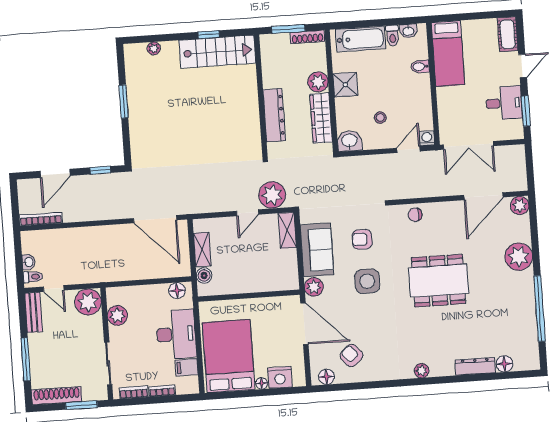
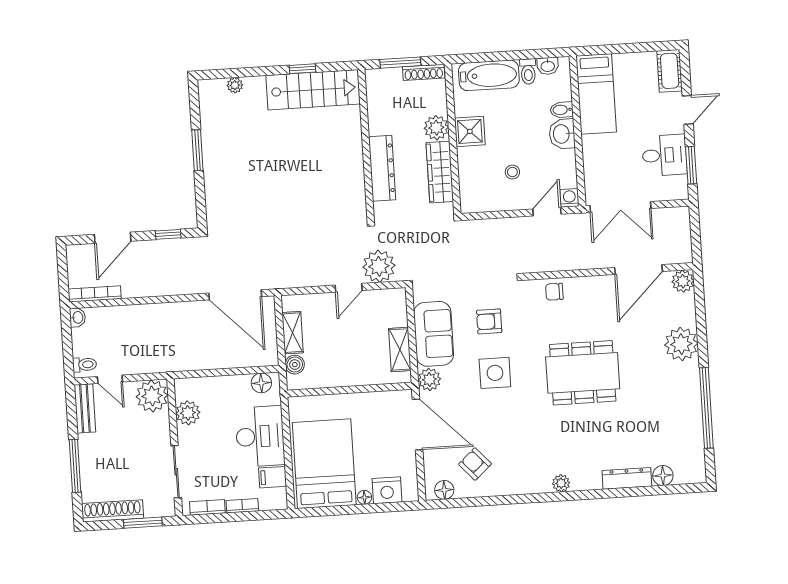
washbasin: (349, 141) -> (562, 134), moved, turned -90
shelving: (287, 230) -> (400, 349), moved
washbasin: (29, 262) -> (77, 317), moved

